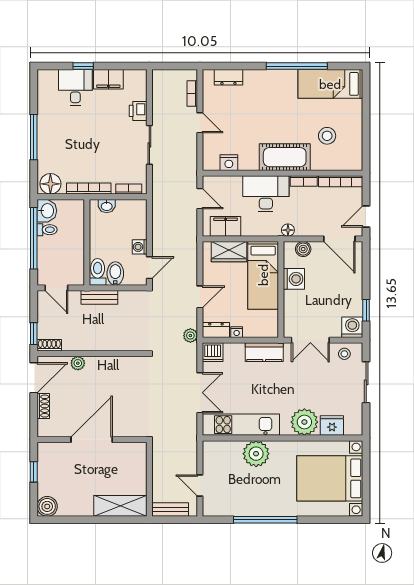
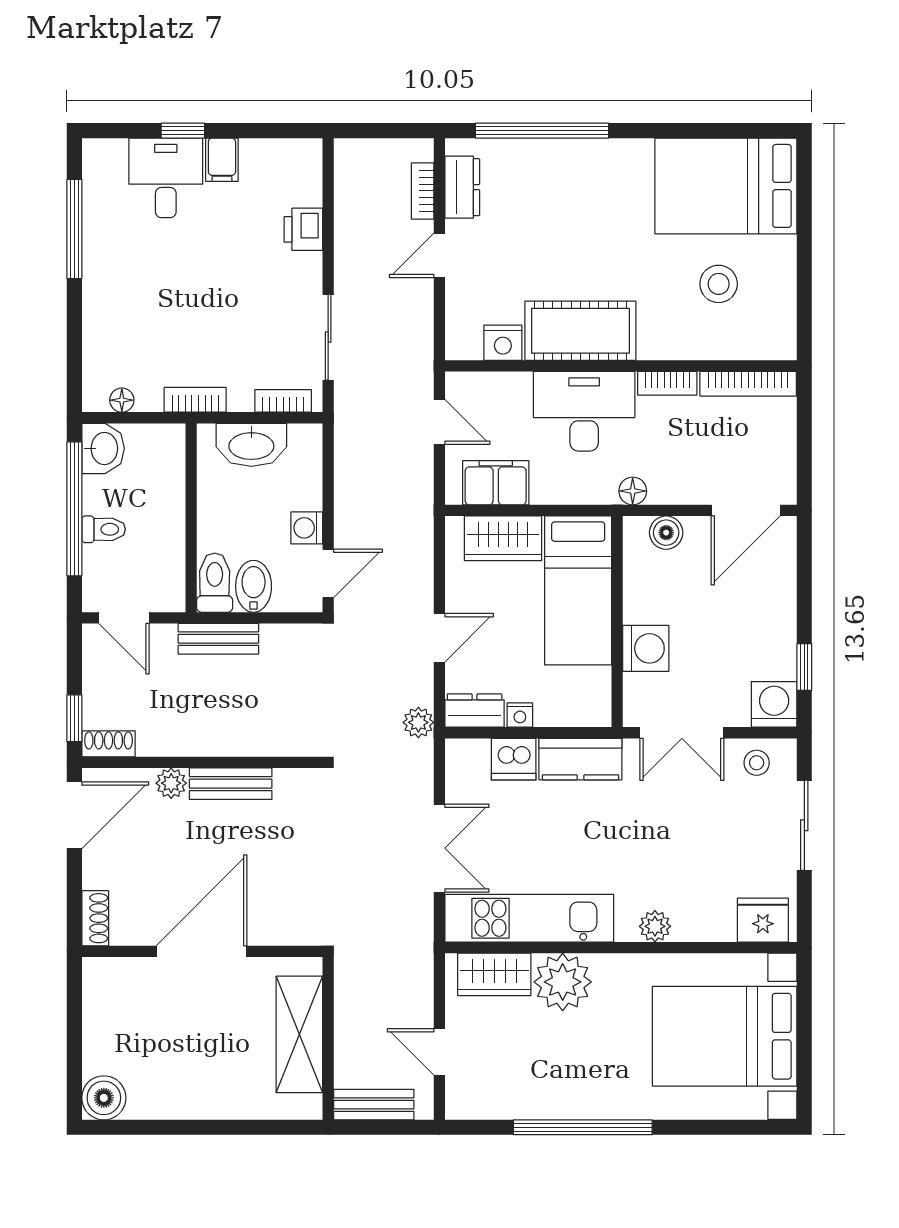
window: (297, 66) -> (542, 131), moved
dresser: (228, 77) -> (462, 187), moved, turned -90
filing cabinet: (108, 79) -> (222, 160), width x0.50
bed: (330, 84) -> (726, 186), width x1.50
door: (200, 123) -> (439, 255), swing flipped
window: (34, 137) -> (74, 229), moved
sliding door: (149, 145) -> (328, 337), moved
cot: (285, 157) -> (580, 331), moved
floor lamp: (50, 184) -> (122, 400), width x0.53, depth x0.53
bookcase: (89, 189) -> (195, 400), width x0.64
washbasin: (107, 206) -> (251, 445), width x1.91, depth x1.45
door: (366, 216) -> (804, 461), removed
toilet: (47, 230) -> (104, 529), moved
door: (339, 239) -> (746, 510), hinge flipped
washing machine: (294, 279) -> (646, 648), moved
dishwasher: (213, 352) -> (514, 759), moved
bench: (105, 363) -> (231, 784), added
shoe rack: (43, 406) -> (95, 918), moved
plant: (304, 422) -> (655, 926), width x0.53, depth x0.53
fridge: (332, 425) -> (763, 920), moved
wardrobe: (225, 450) -> (494, 974), added
window: (34, 472) -> (74, 1022), removed
shelving: (120, 506) -> (299, 1034), moved, turned 90

